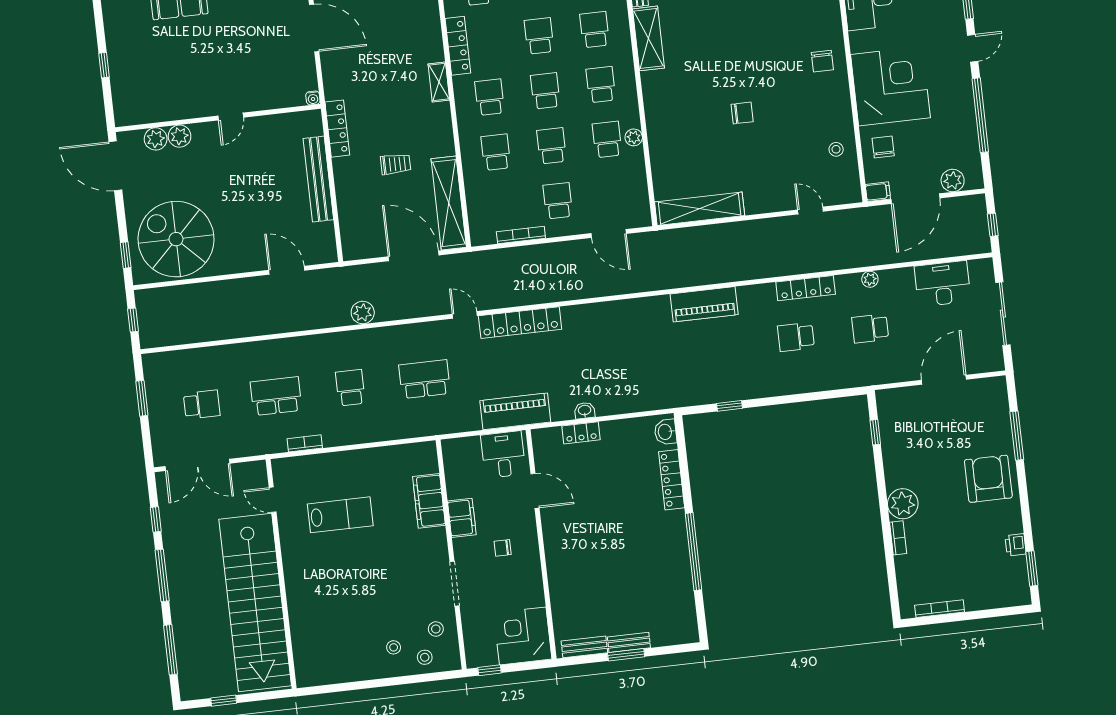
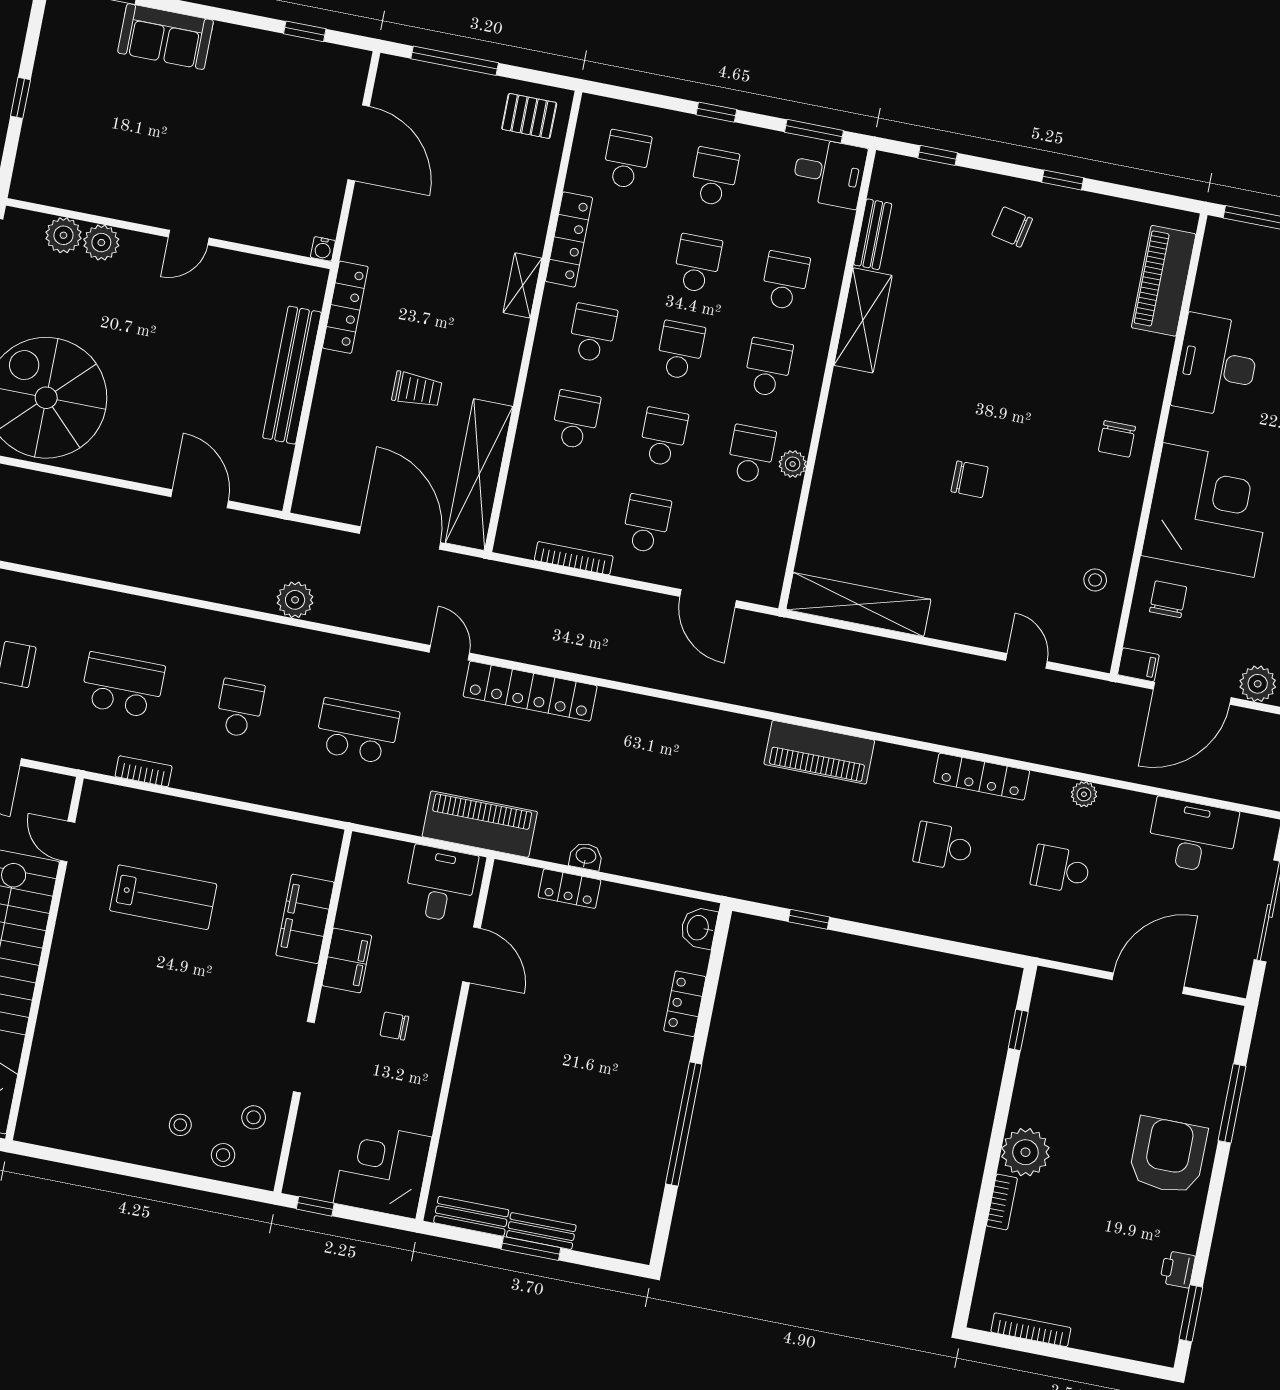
locker: (672, 480) -> (685, 1004), width x0.66

